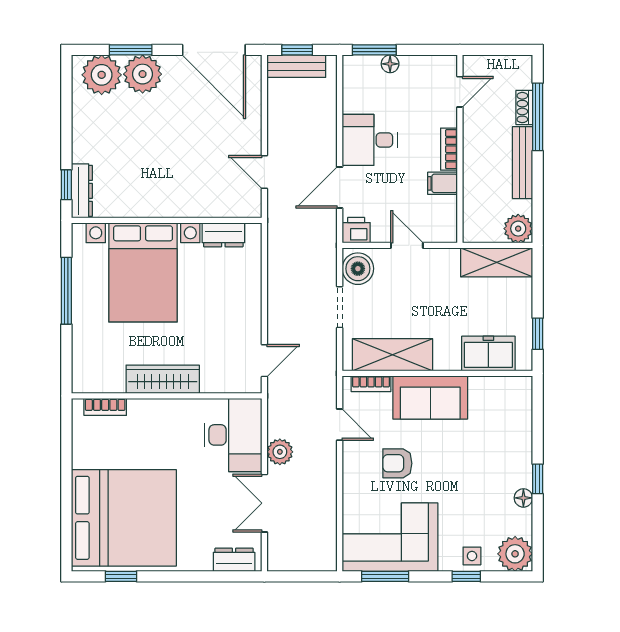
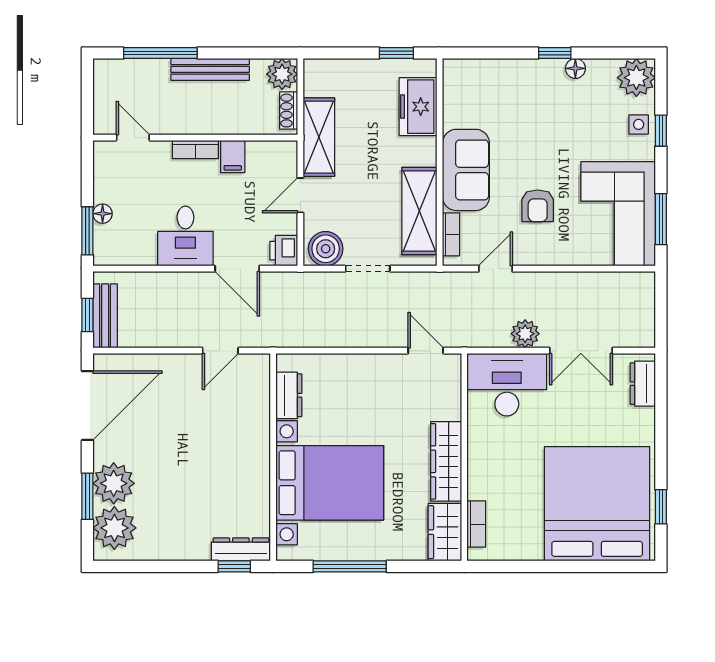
shoe rack: (524, 108) -> (289, 111), moved, turned 90
shelving: (497, 262) -> (319, 137), moved
wardrobe: (98, 378) -> (445, 532), added

